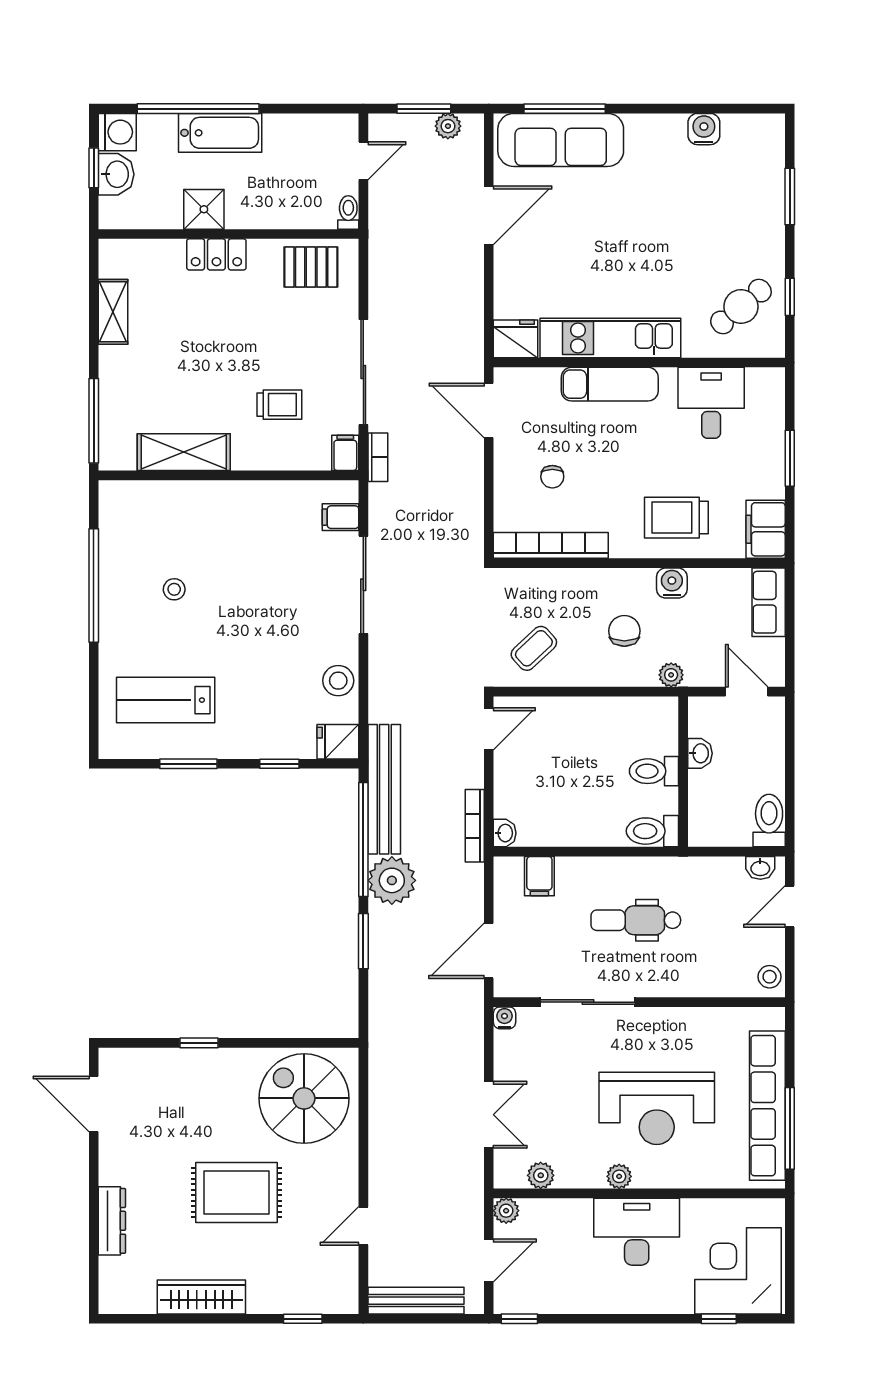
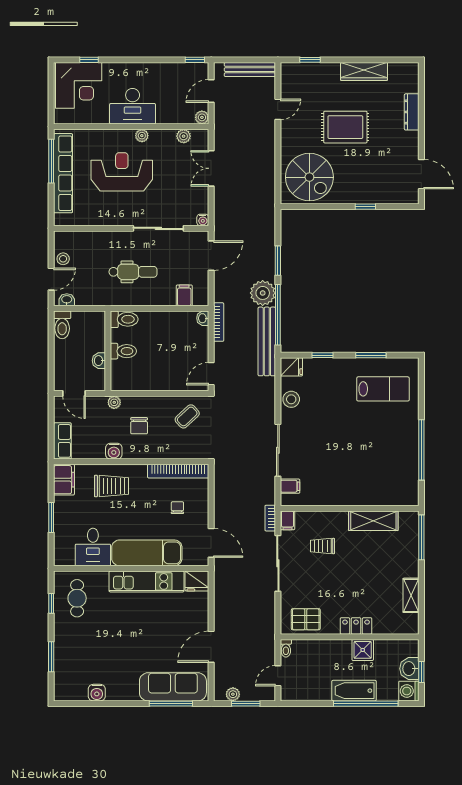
cafe table: (741, 306) -> (77, 598), turned -50
exam couch: (610, 384) -> (147, 553), width x1.36, depth x1.45
stool: (174, 589) -> (378, 448), removed
stool: (770, 977) -> (63, 259), moved

